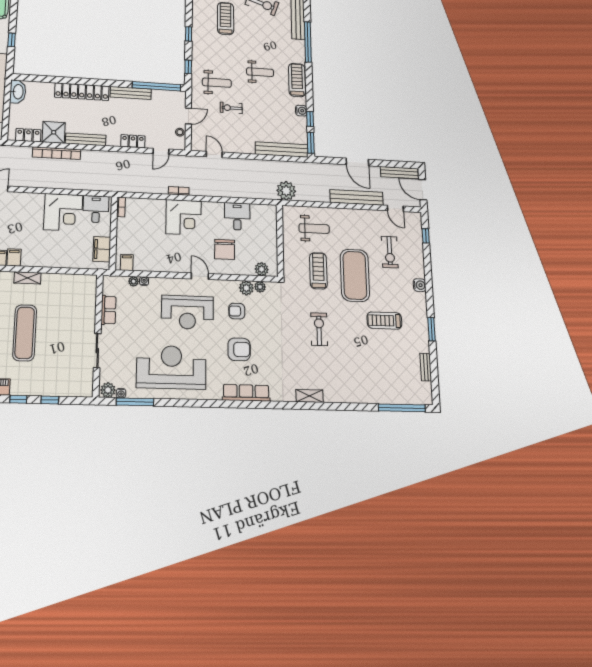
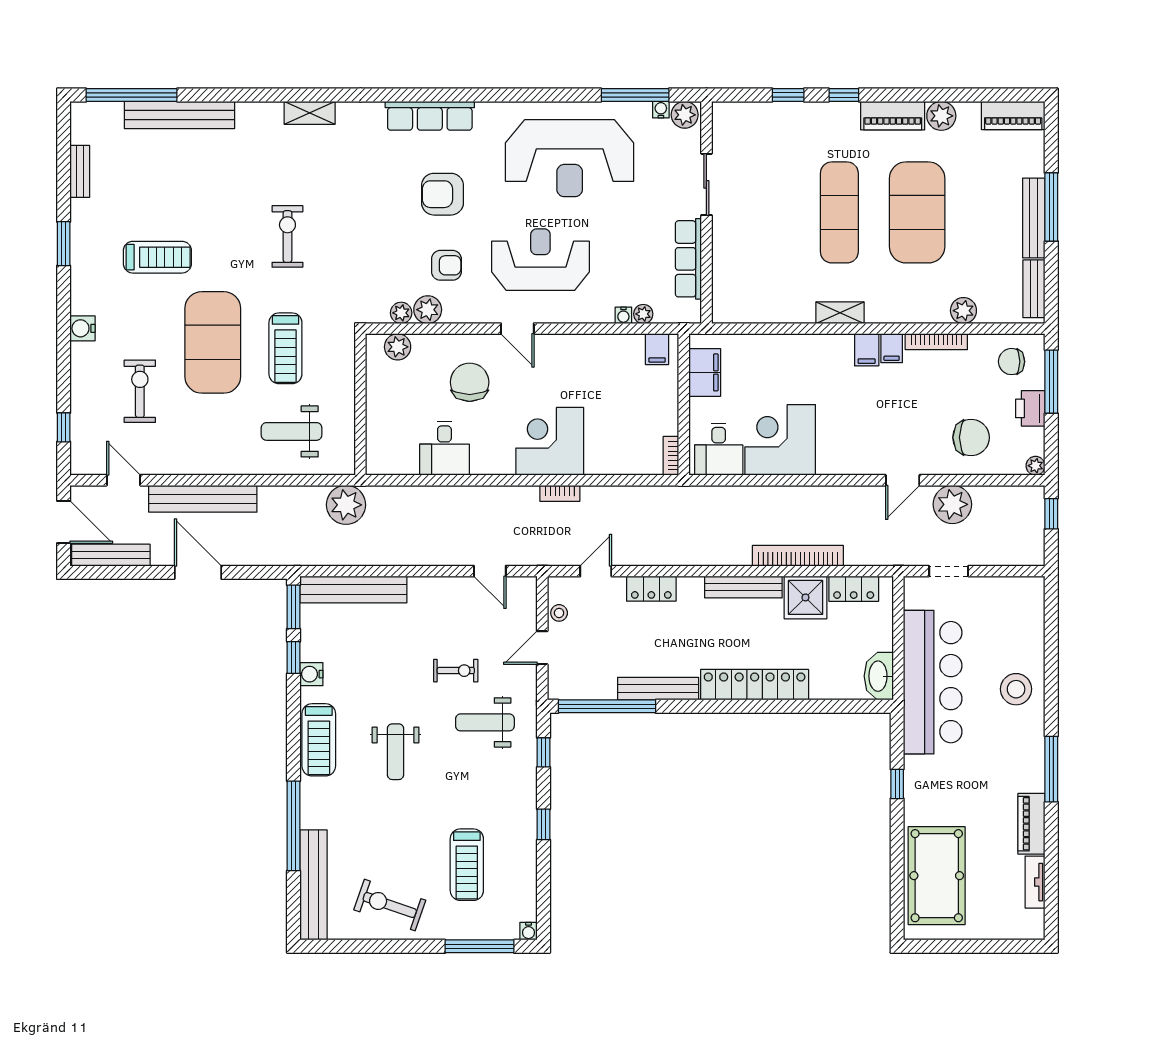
weight bench: (260, 72) -> (396, 752), turned -90
row of seats: (108, 310) -> (688, 259), width x1.48
exercise bike: (319, 329) -> (287, 236), turned 180
bench: (377, 396) -> (179, 115), added

